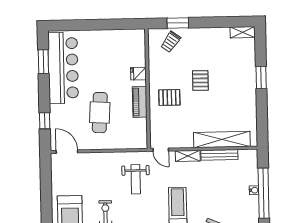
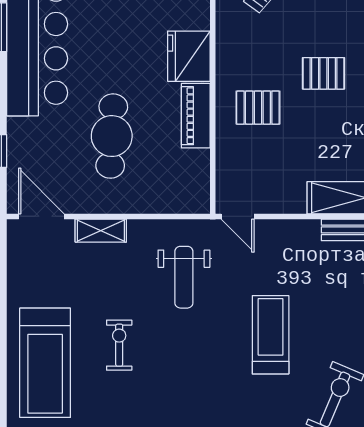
fridge: (138, 74) -> (189, 56), width x1.88, depth x1.34
pallet: (200, 80) -> (323, 73), turned 90
shelving: (188, 156) -> (101, 231), moved

